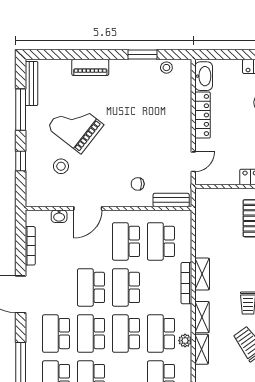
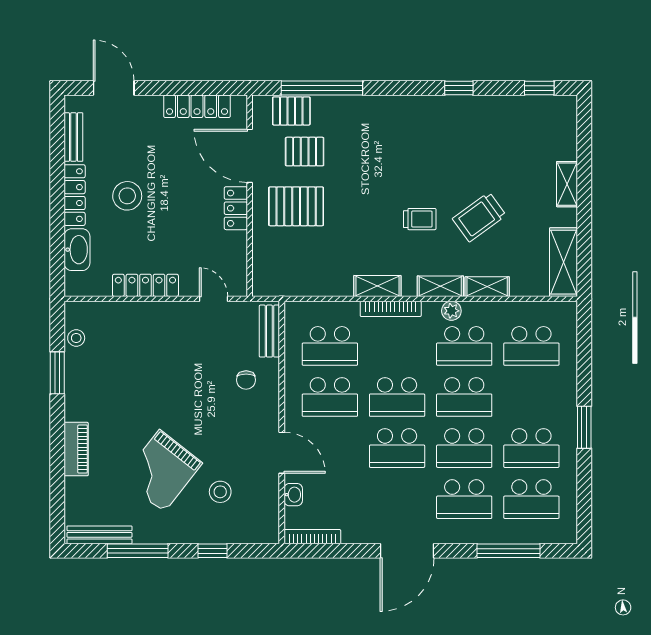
washbasin: (204, 76) -> (77, 250), moved, turned 90
bookcase: (30, 246) -> (312, 537), moved
plant: (185, 341) -> (451, 311), moved

